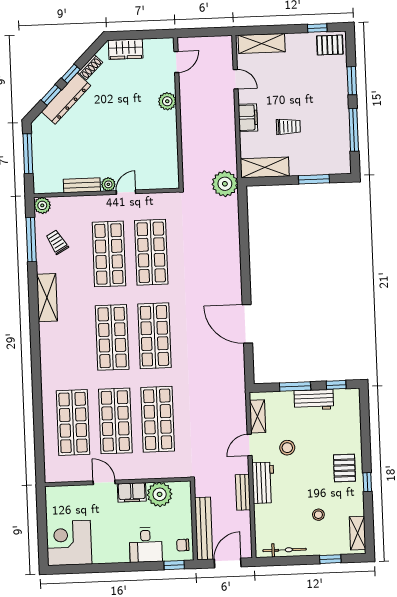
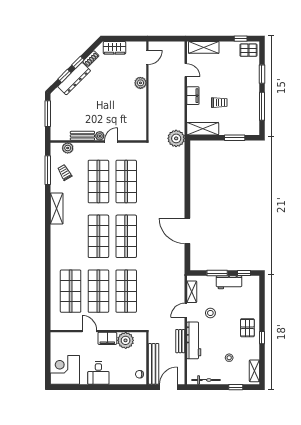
plant: (42, 205) -> (68, 148), moved
workbench: (263, 483) -> (194, 340), width x1.38
desk: (146, 545) -> (98, 373), moved
window: (174, 565) -> (133, 387), removed

